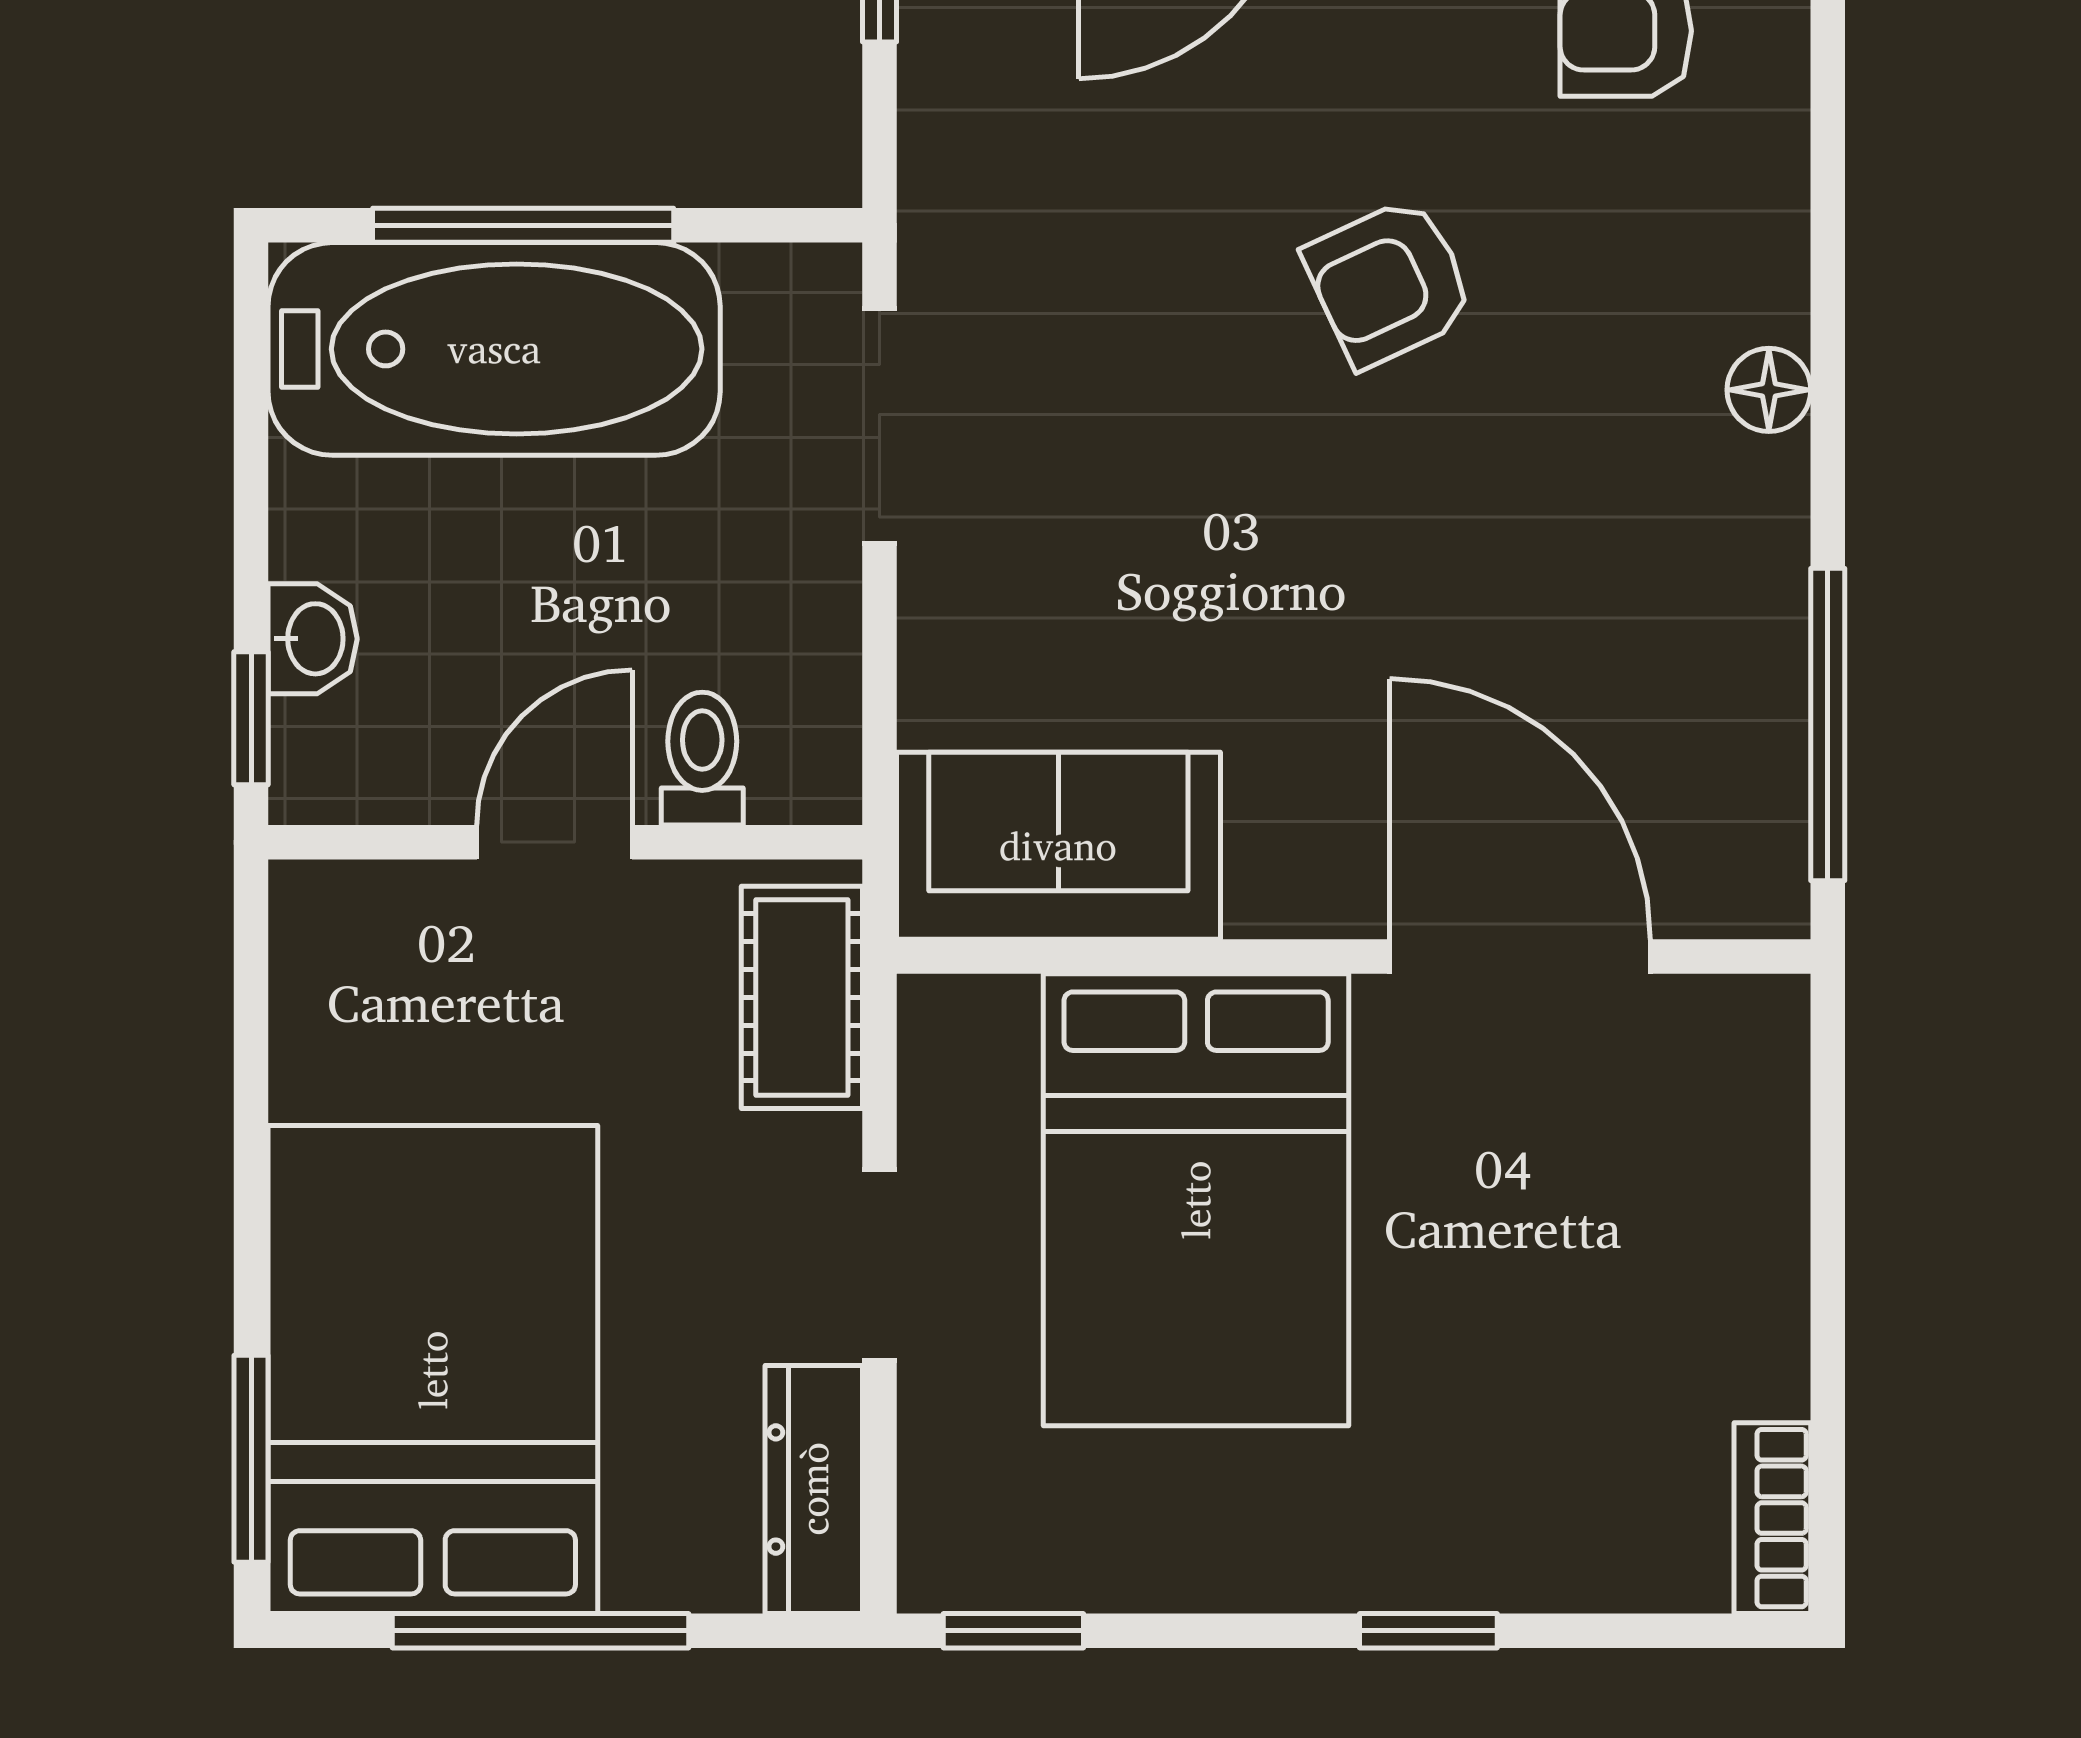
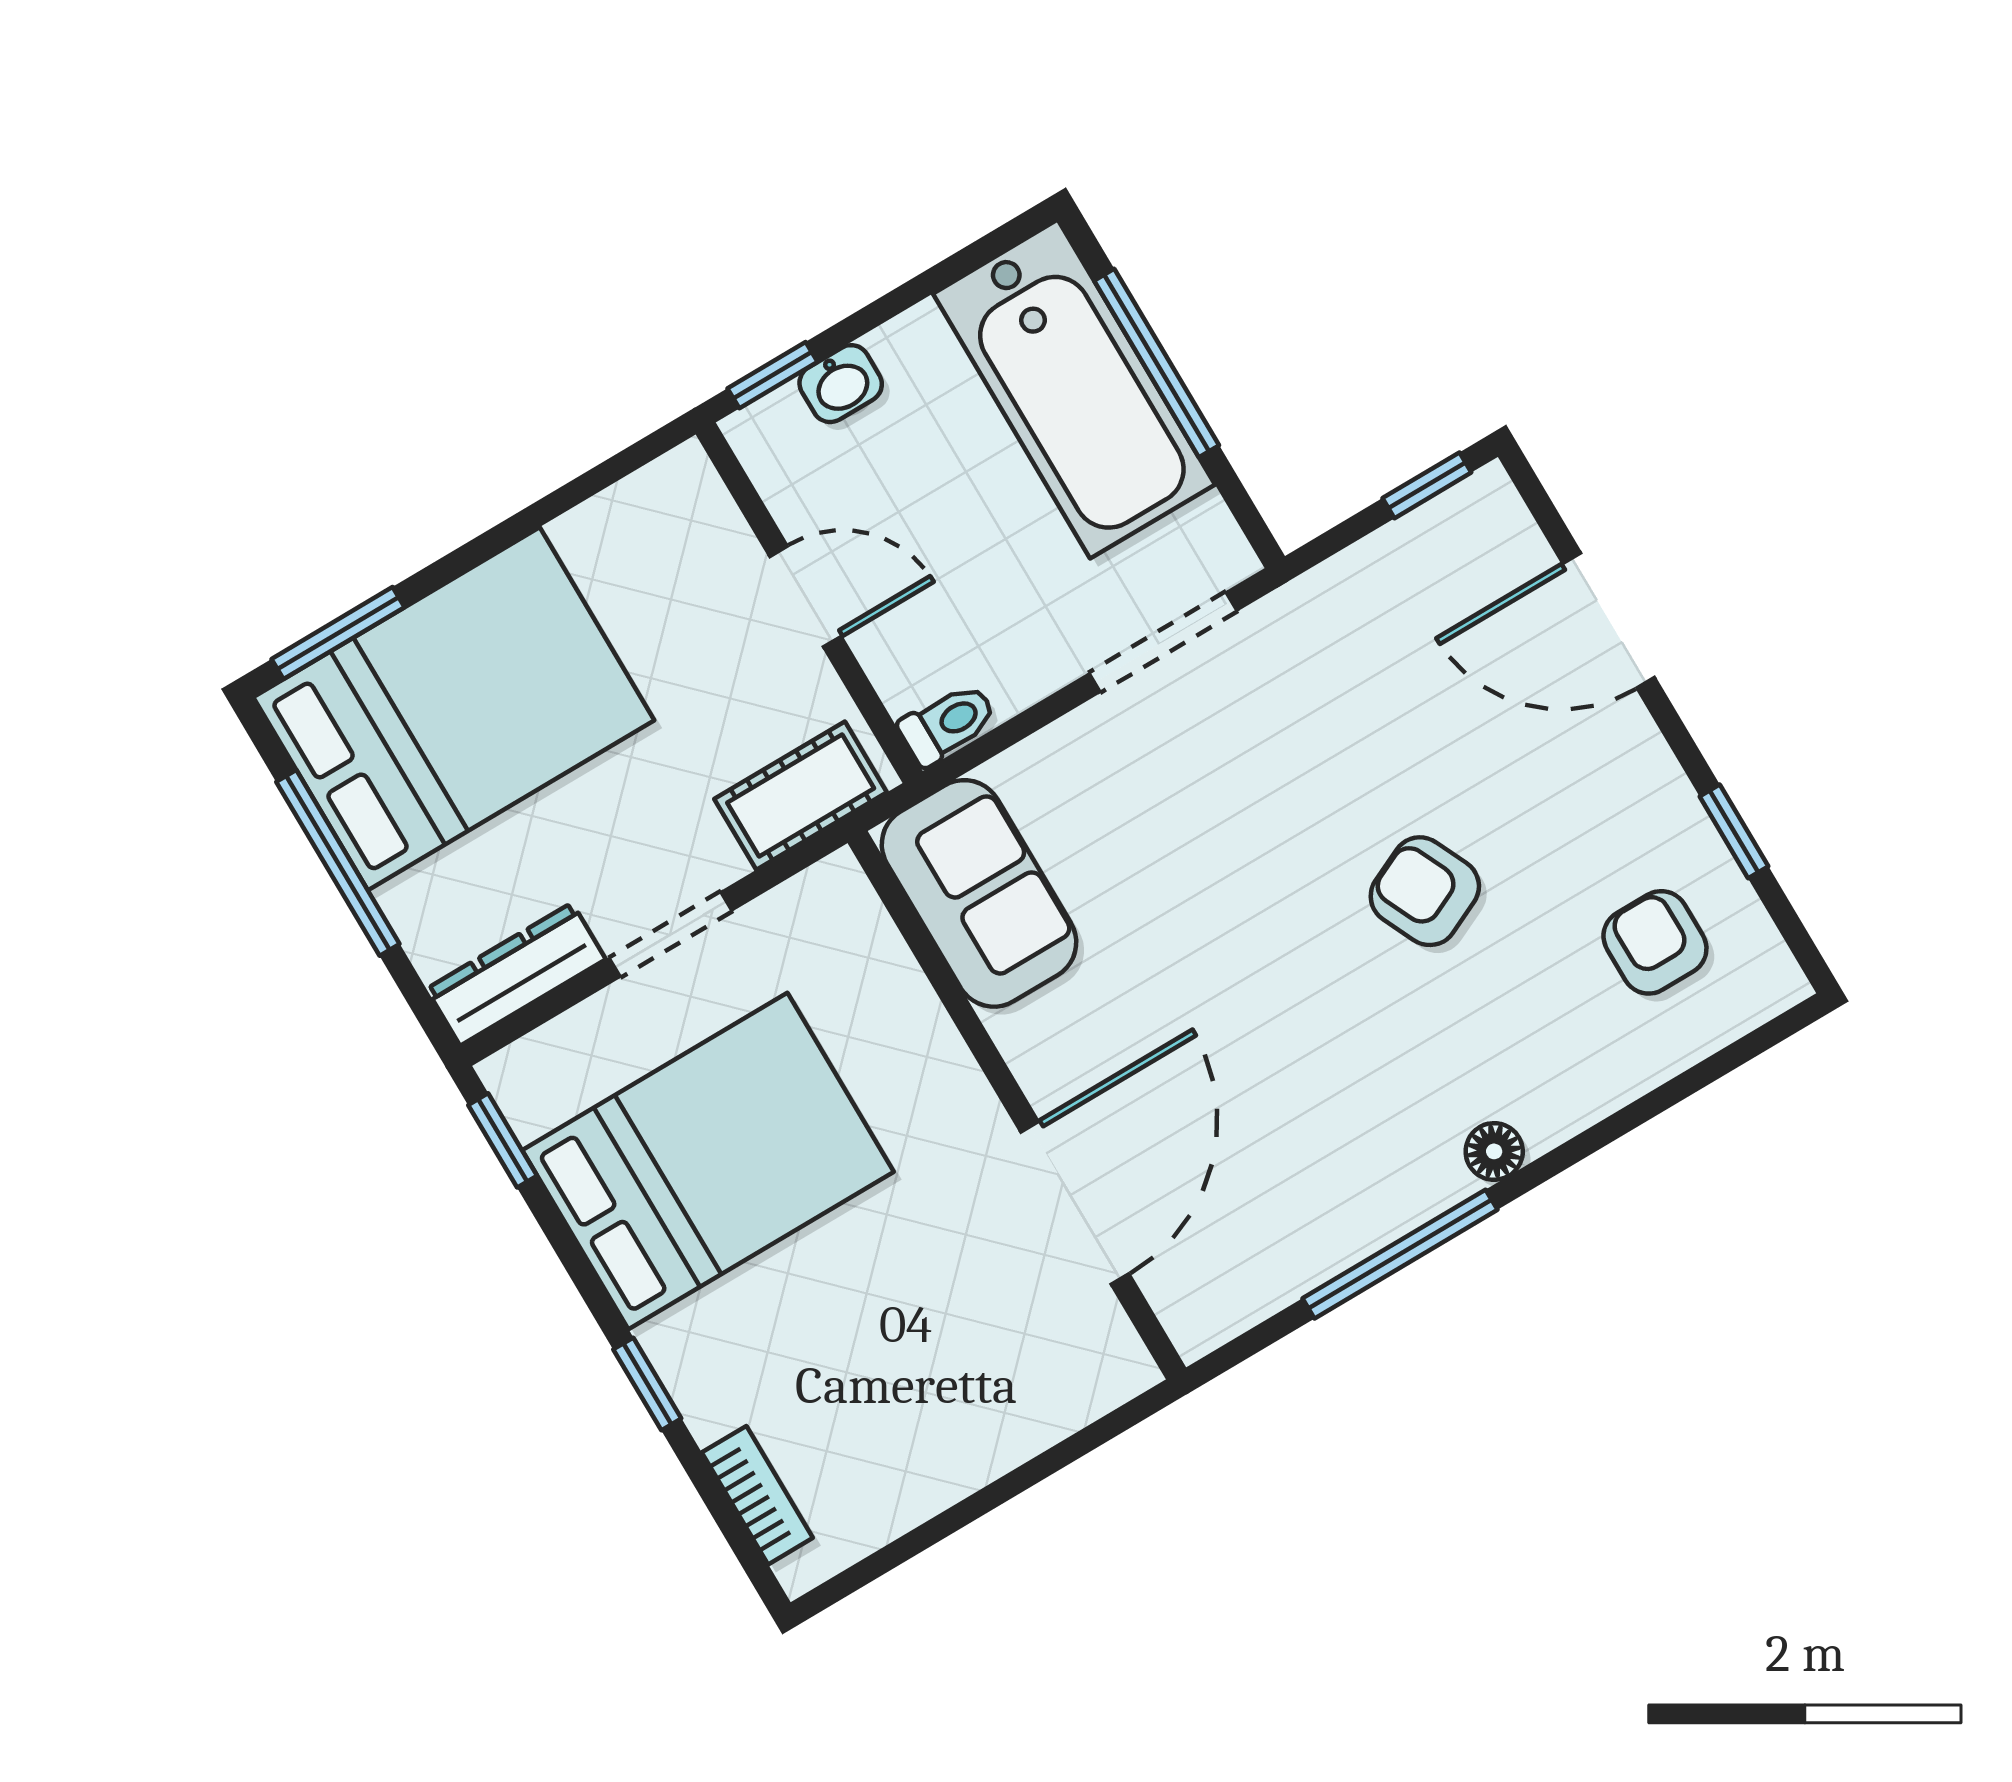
window: (1828, 725) -> (1400, 1254), moved
toilet: (702, 759) -> (948, 724), moved
bed: (1196, 1200) -> (708, 1161), moved, turned 180
bookcase: (1772, 1518) -> (757, 1495), moved, turned 90

